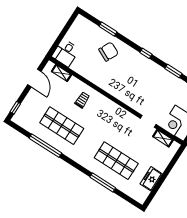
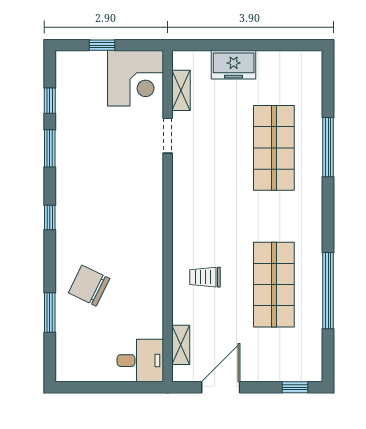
freezer: (151, 179) -> (234, 65), moved

